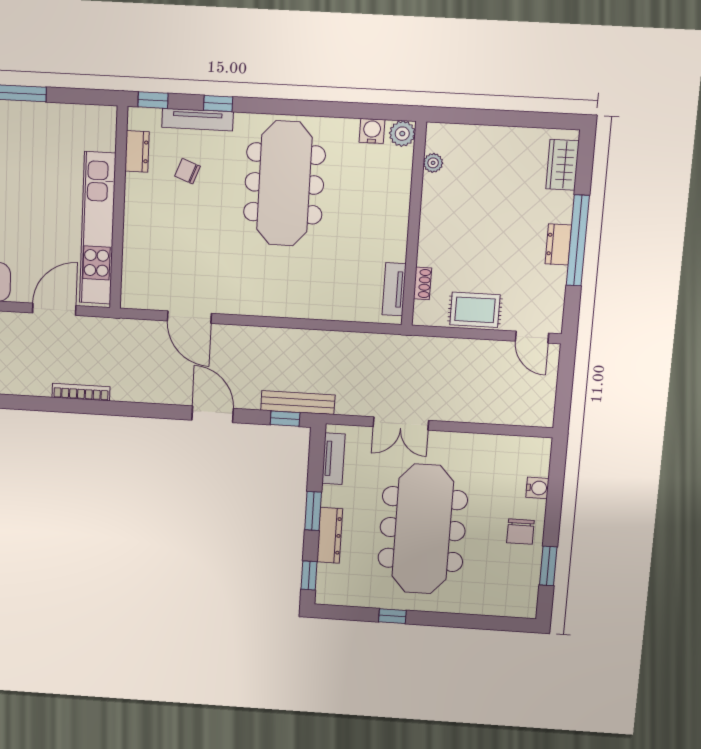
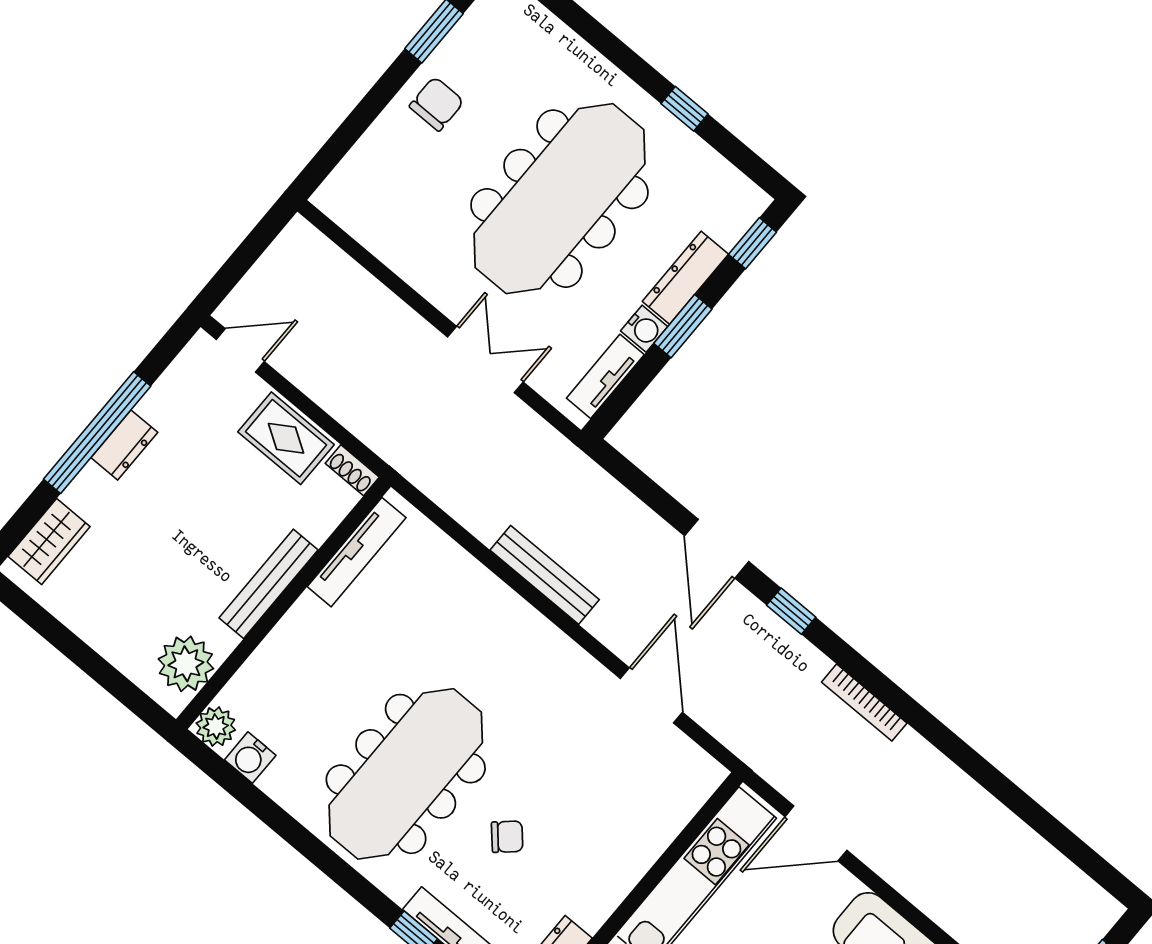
plant: (433, 163) -> (186, 664), width x1.88, depth x1.88
chair: (188, 171) -> (507, 837), moved, turned -63
bench: (429, 229) -> (269, 584), added
shoe rack: (422, 283) -> (352, 470), moved, turned -90
tv unit: (394, 289) -> (357, 552), width x1.41
door: (532, 337) -> (240, 350), hinge flipped
bench: (298, 403) -> (545, 575), moved
window: (285, 419) -> (791, 611), moved
water cooler: (537, 488) -> (644, 329), moved, turned 180

